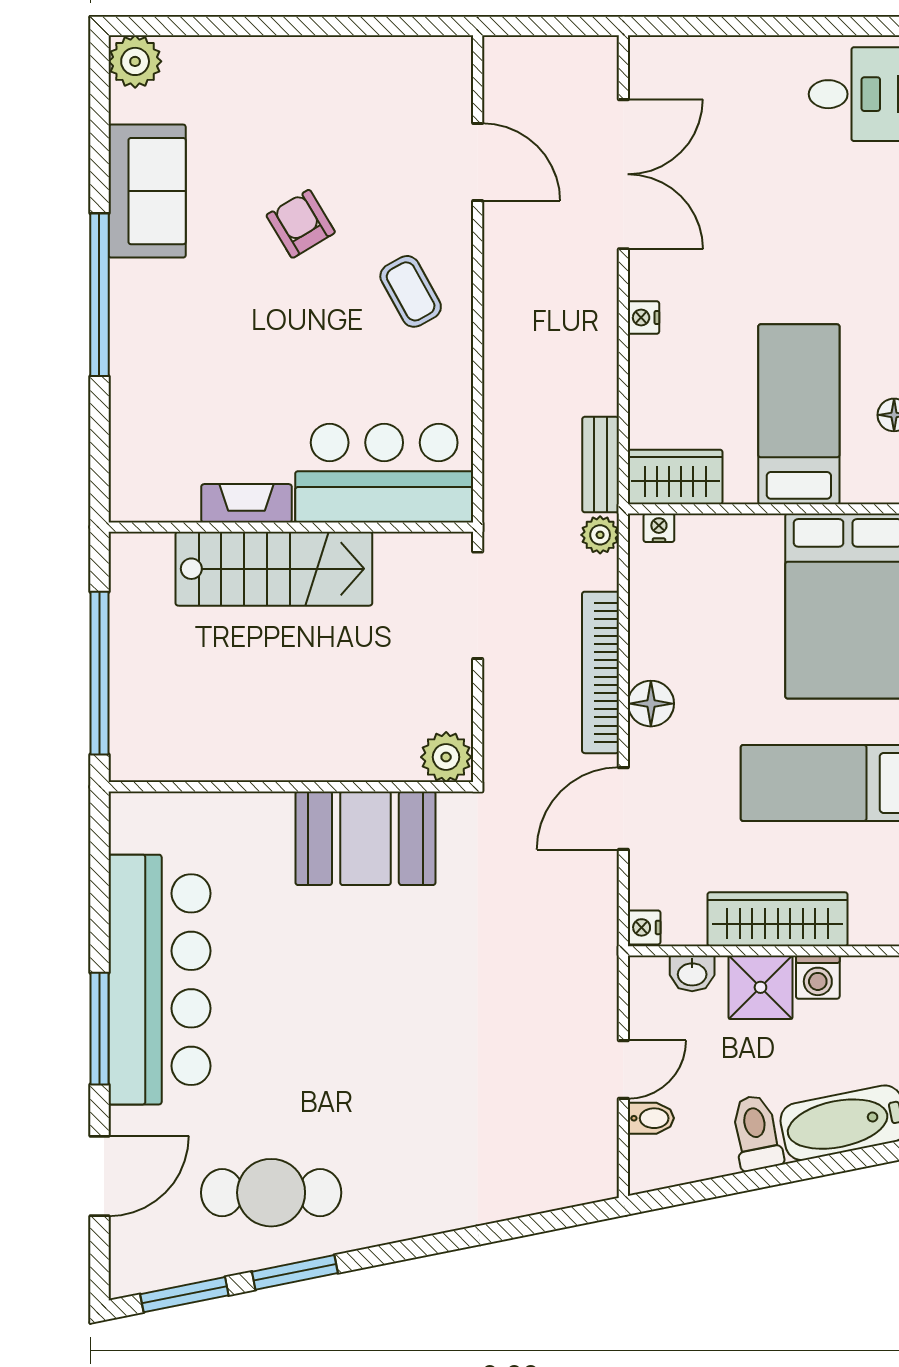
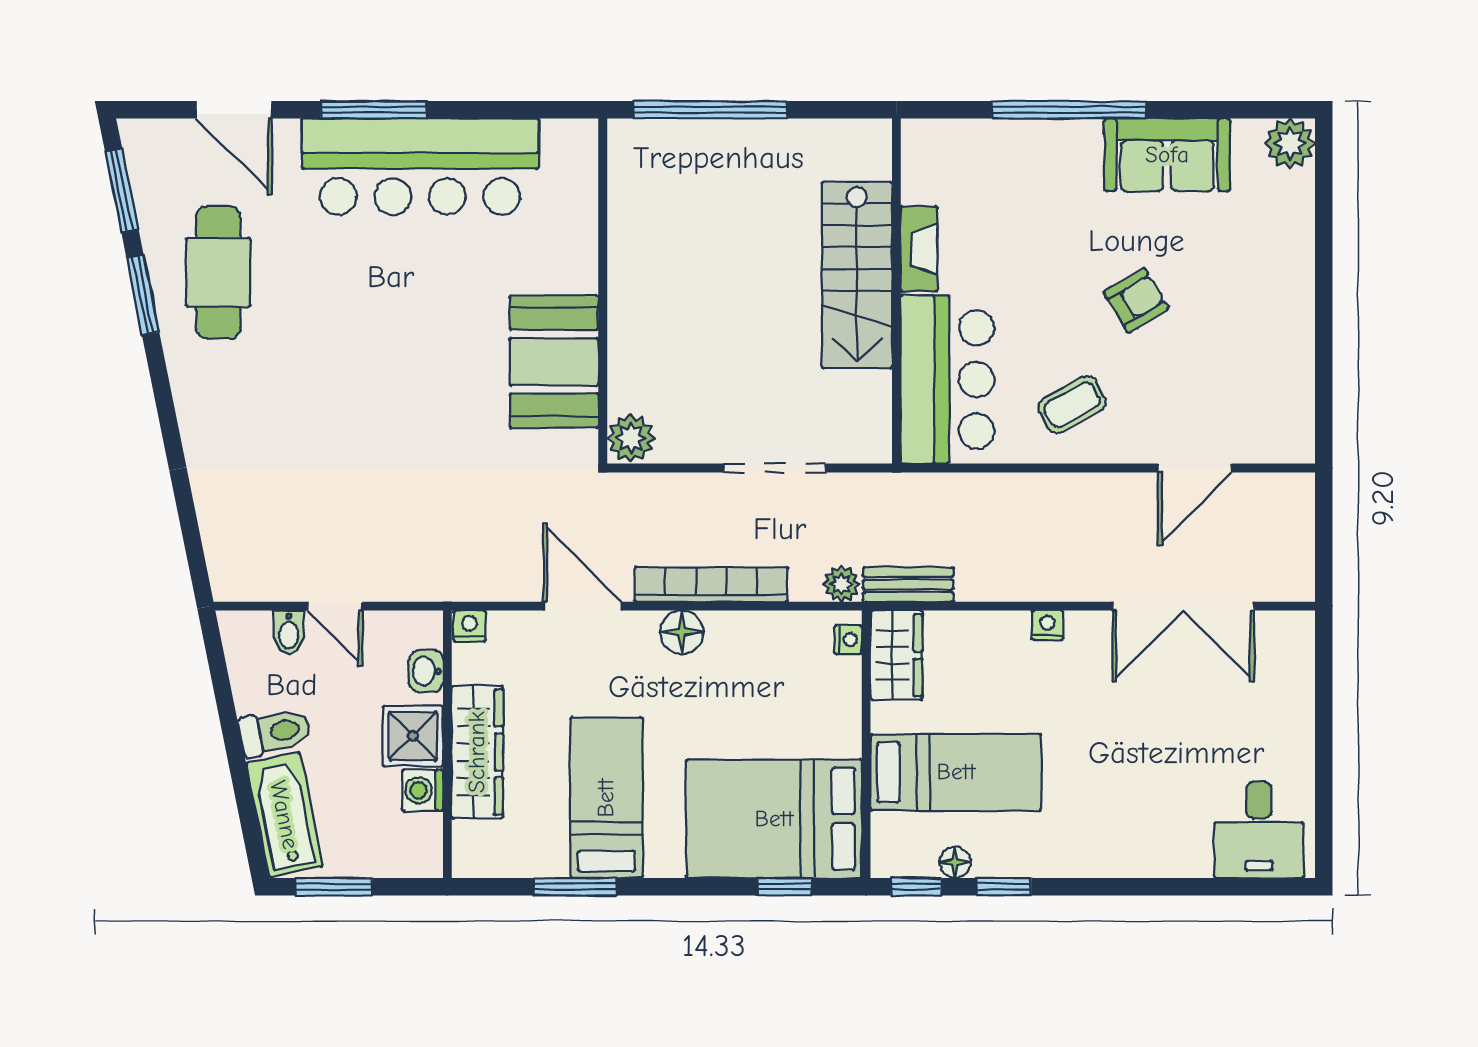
bar counter: (384, 473) -> (947, 379), moved
fireplace: (247, 503) -> (919, 249), moved
wall: (291, 527) -> (896, 291), moved
stairs: (274, 569) -> (857, 275), moved

